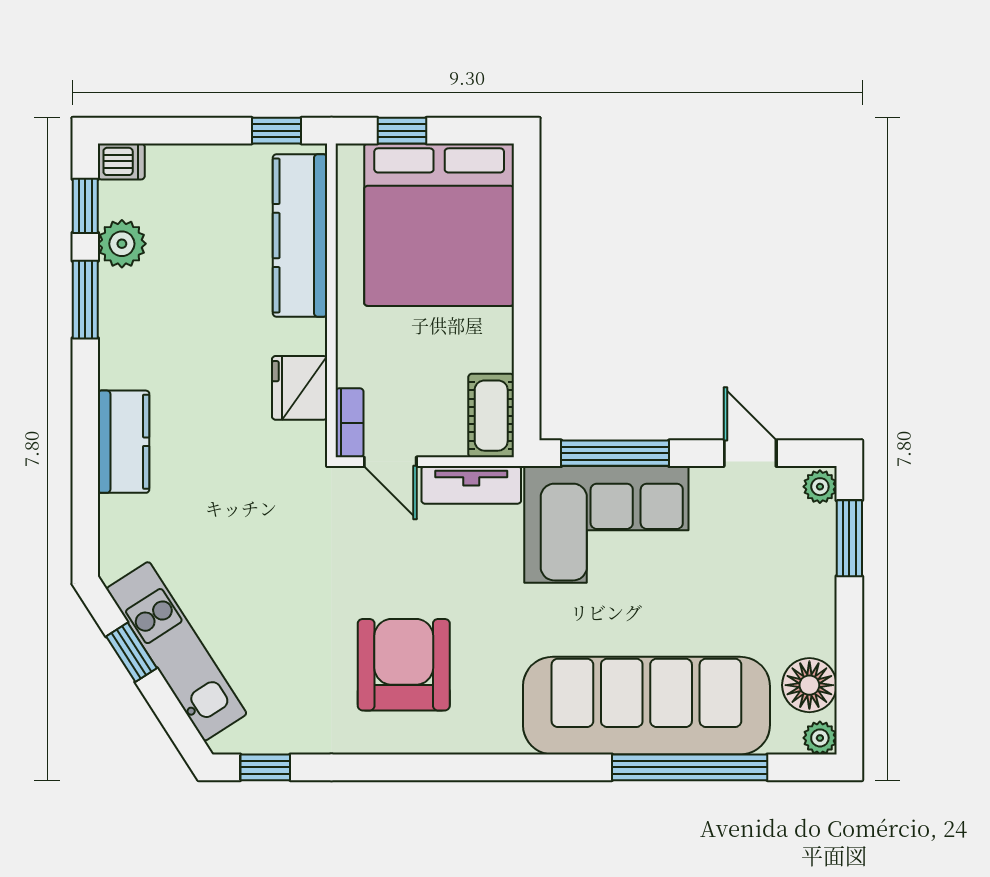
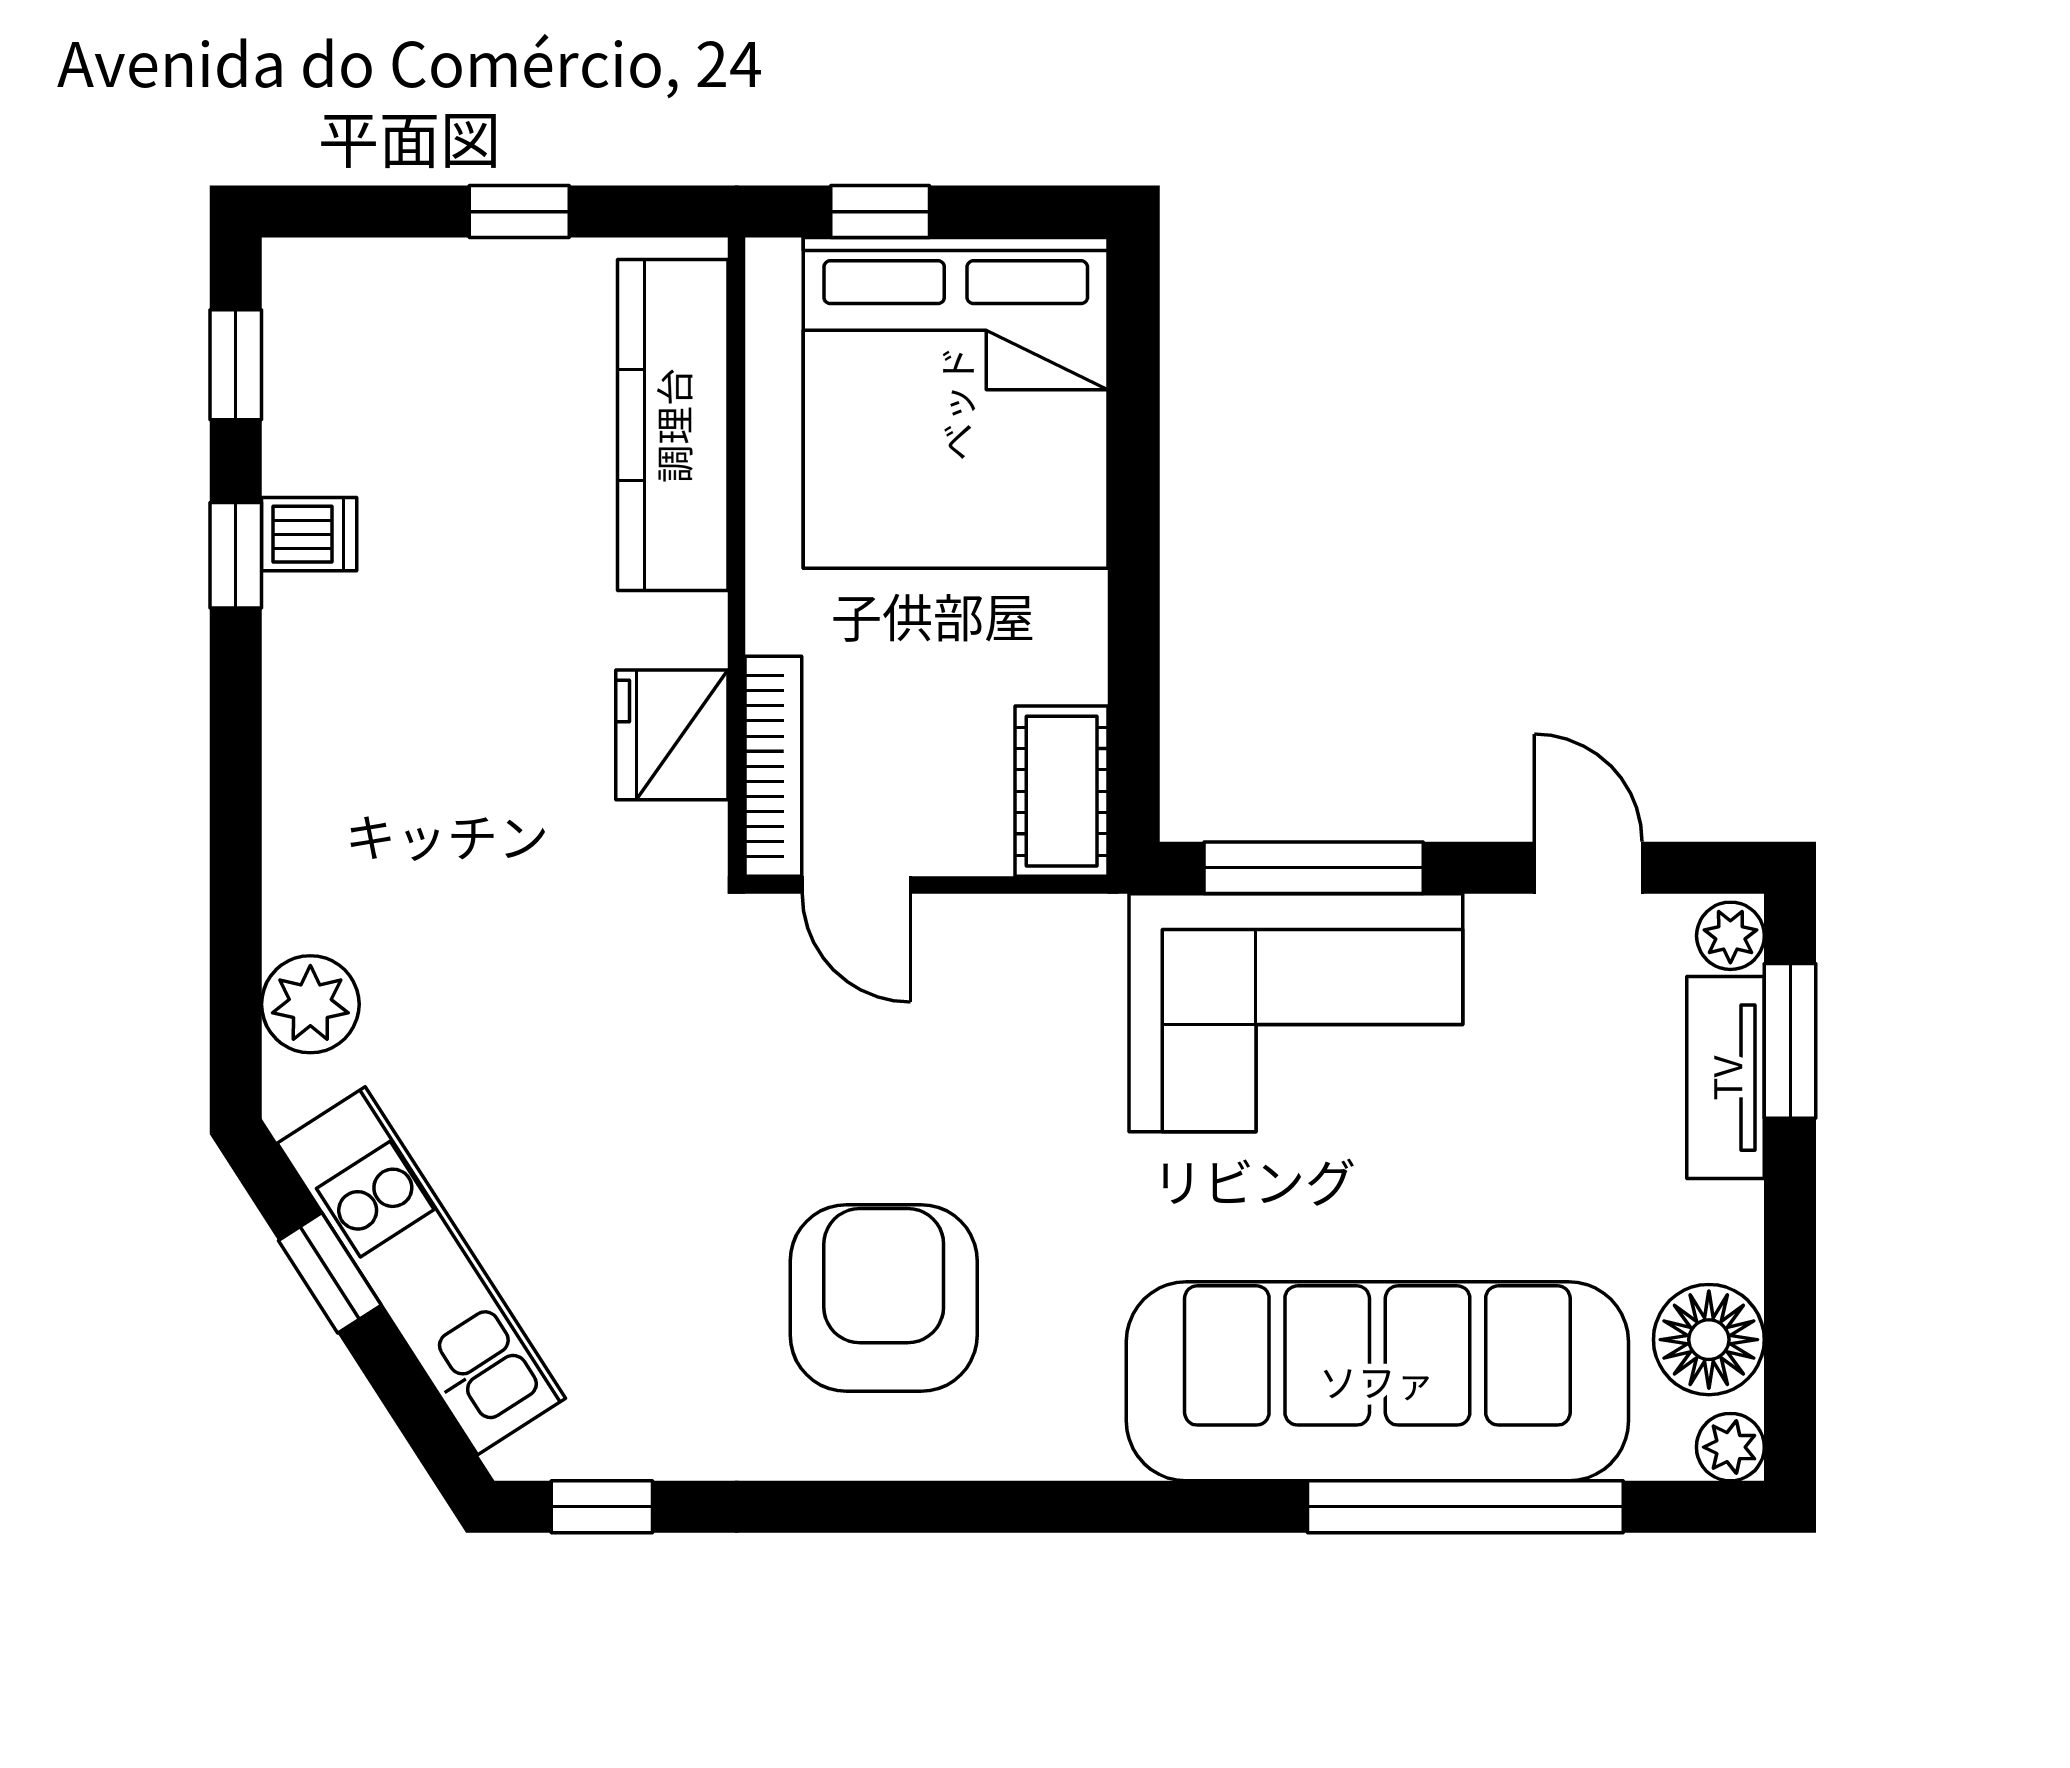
window: (276, 131) -> (519, 212), moved
dishwasher: (121, 161) -> (309, 534), moved
plant: (122, 244) -> (310, 1004), moved
window: (85, 300) -> (236, 555), width x0.67
bookcase: (350, 423) -> (773, 766), width x1.56
kitchen counter: (124, 442) -> (314, 844), removed
tv unit: (471, 485) -> (1726, 1078), moved, turned 90

